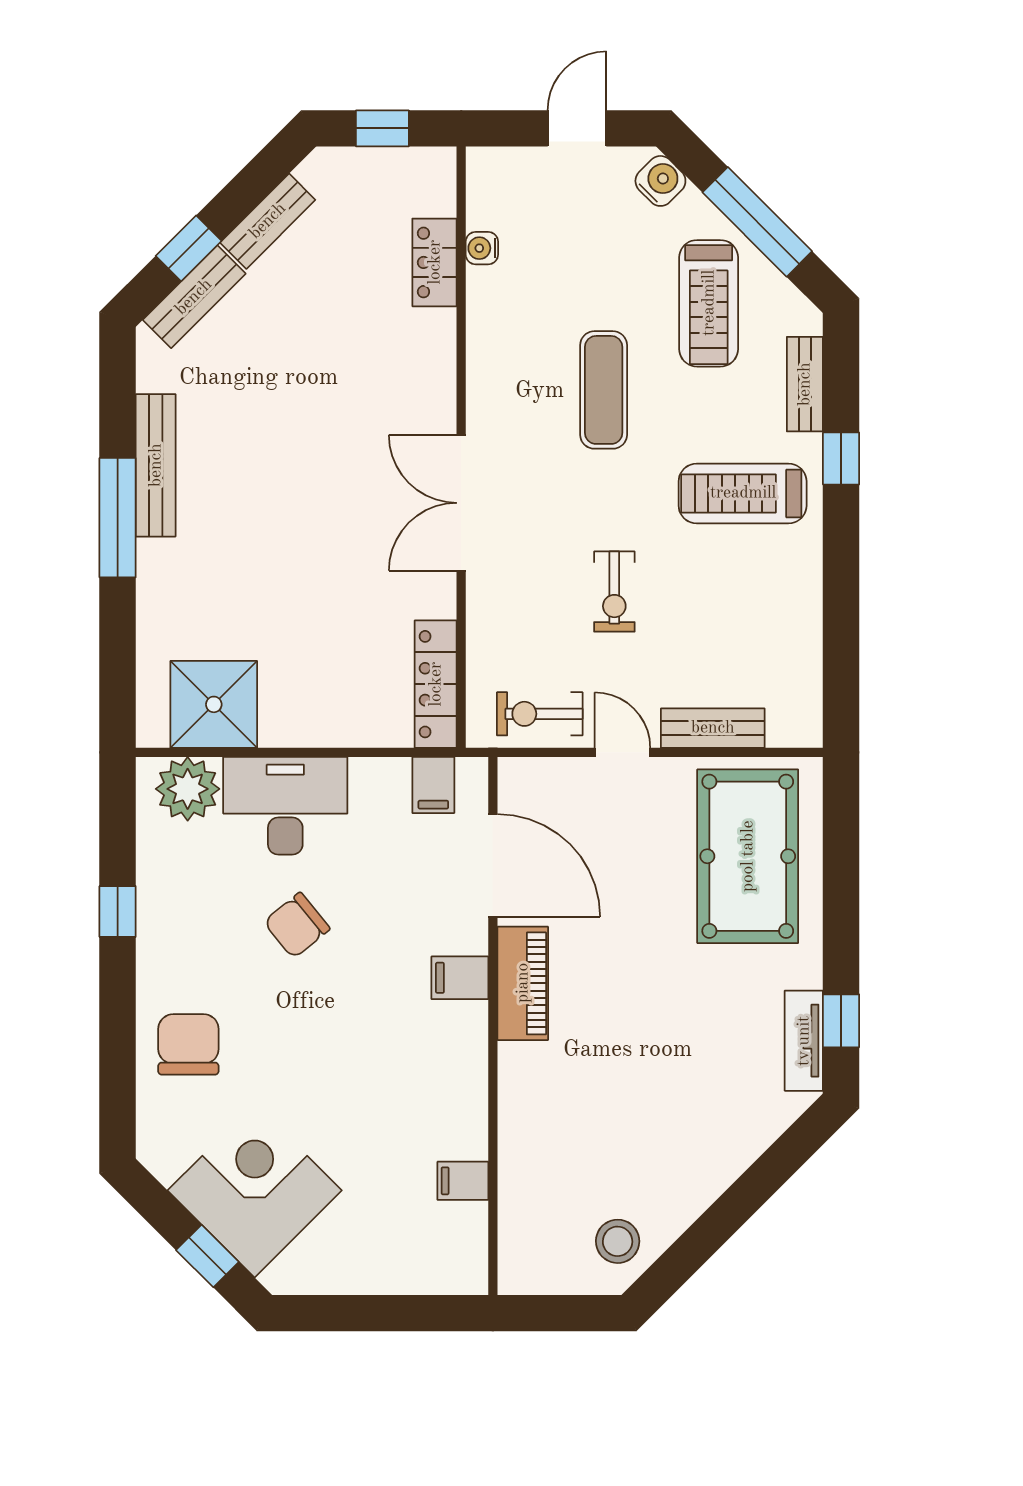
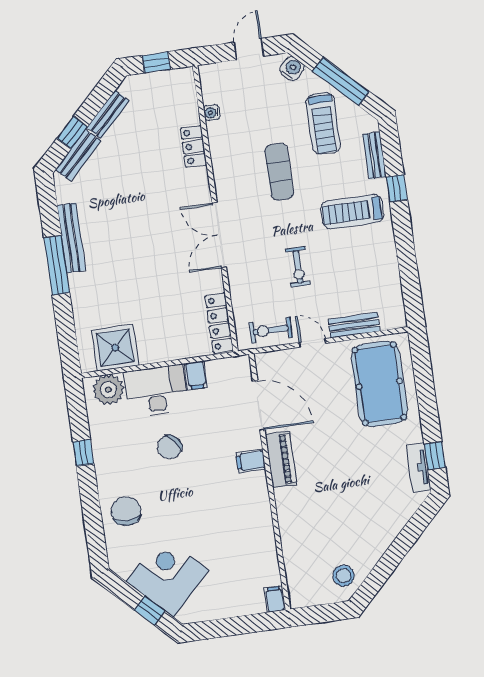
locker: (435, 262) -> (194, 146), moved
filing cabinet: (433, 785) -> (196, 375), moved
filing cabinet: (463, 1181) -> (275, 599), moved, turned 90

